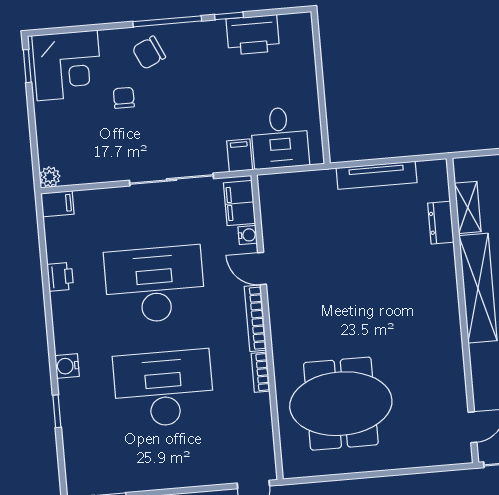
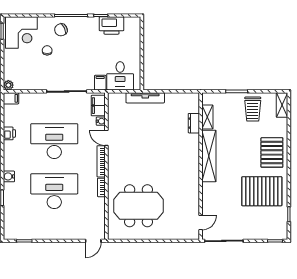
tv unit: (377, 175) -> (145, 98), moved

